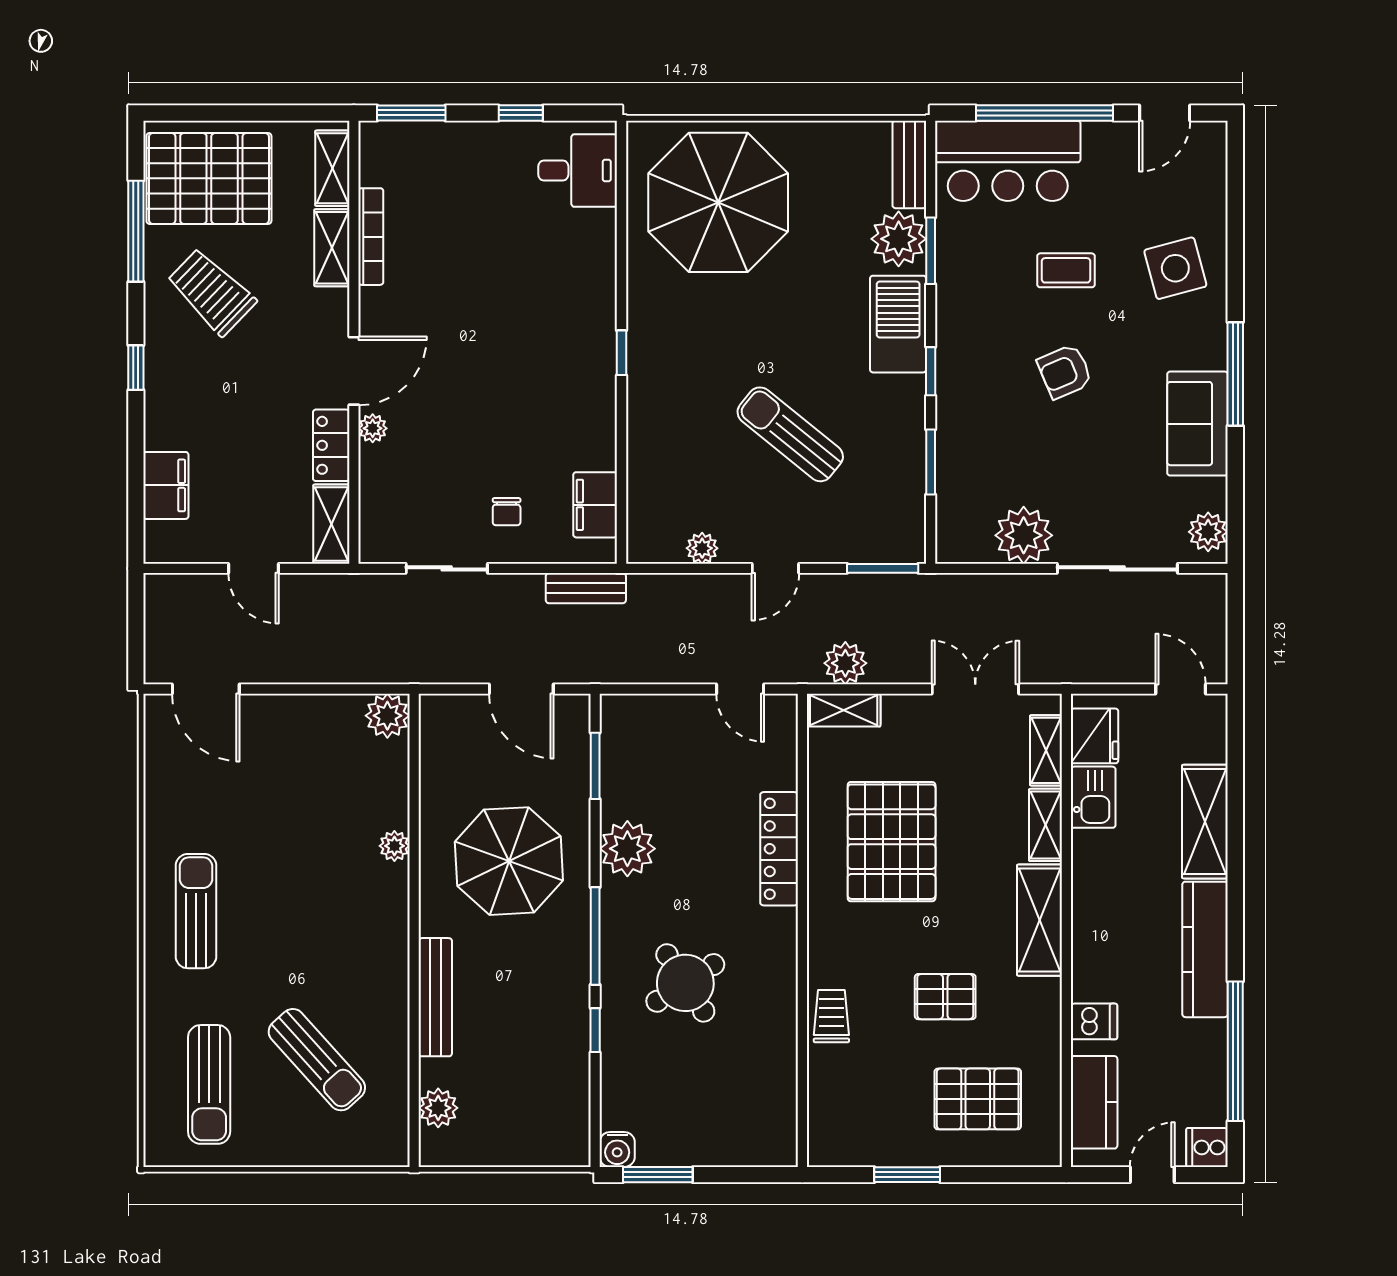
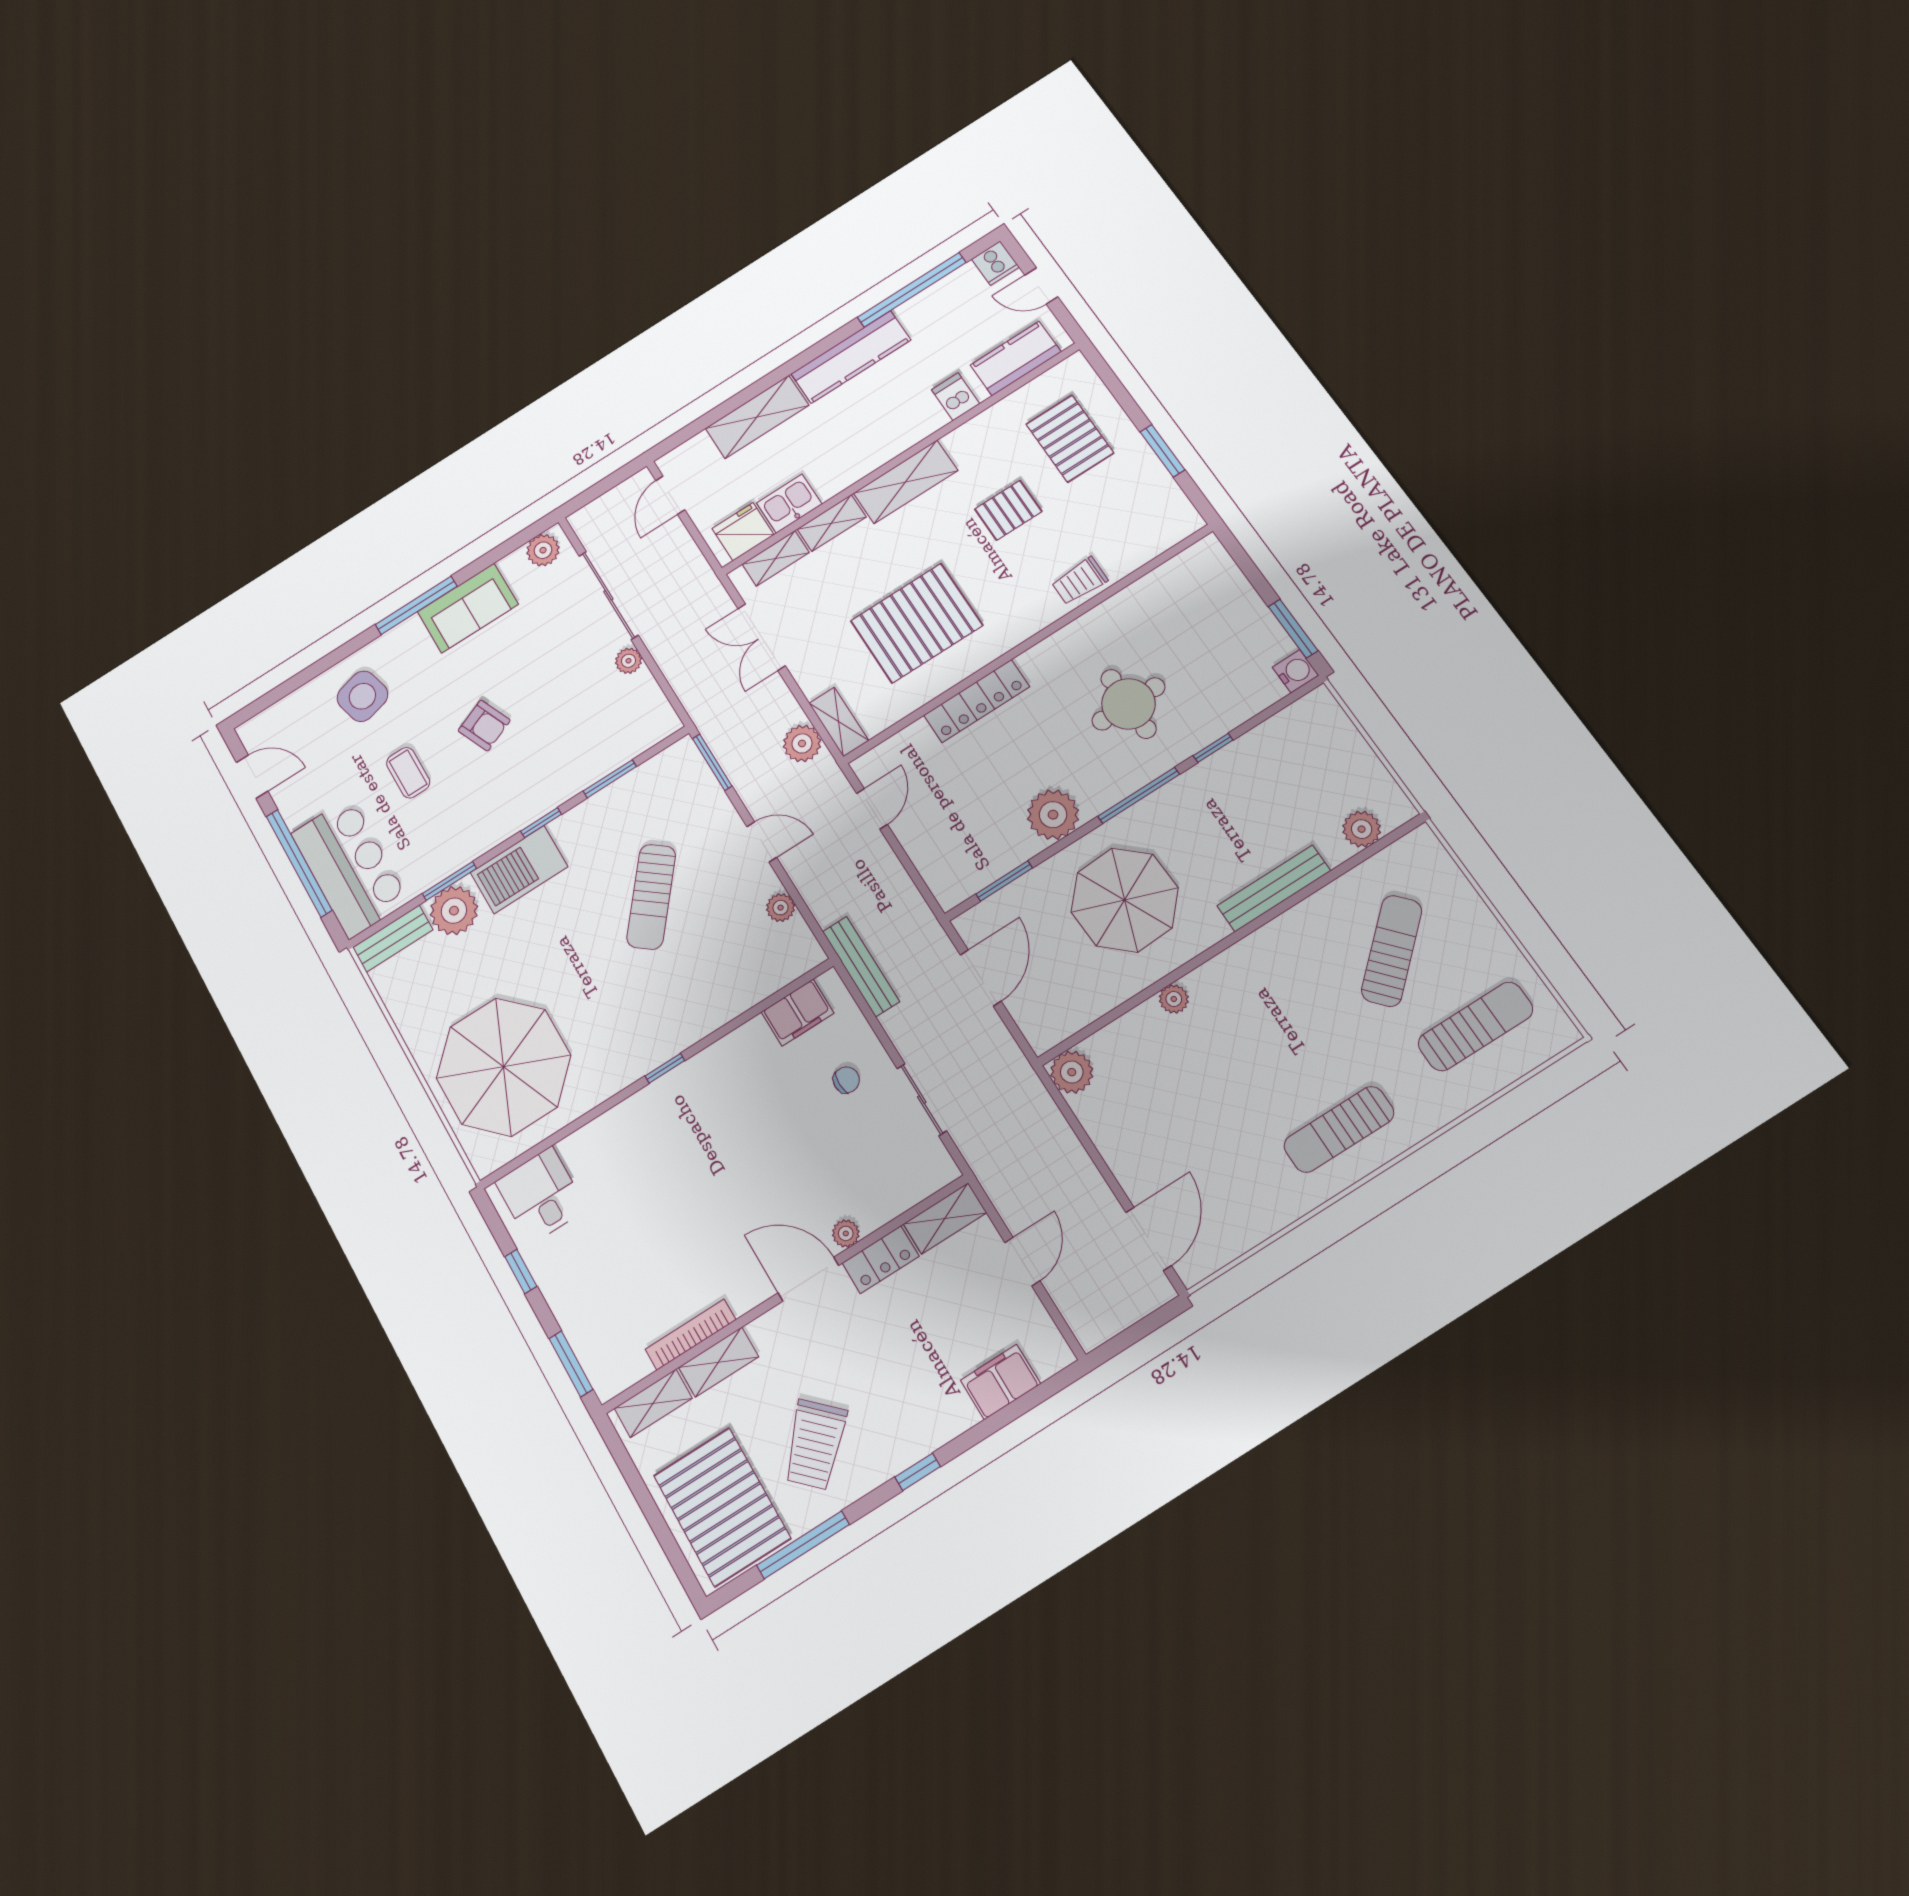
plant: (1024, 535) -> (628, 661), width x0.53, depth x0.53
bench: (586, 588) -> (861, 967), width x1.36
round table: (685, 983) -> (1128, 704), turned 33
pallet: (945, 997) -> (1008, 510), turned 90

